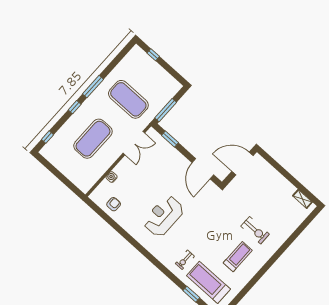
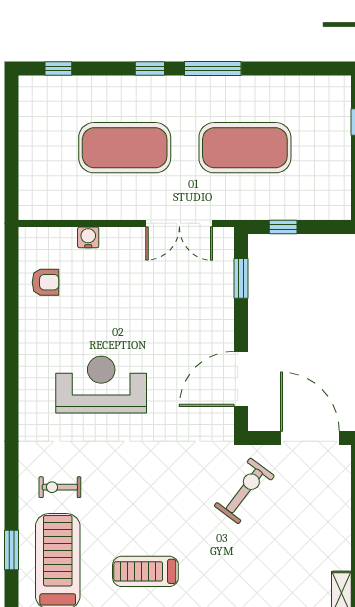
exercise mat: (128, 99) -> (245, 148), turned 90
window: (166, 110) -> (283, 227), width x0.46
exercise bike: (255, 230) -> (244, 491), moved, turned -143
treadmill: (238, 257) -> (145, 571), turned 180

